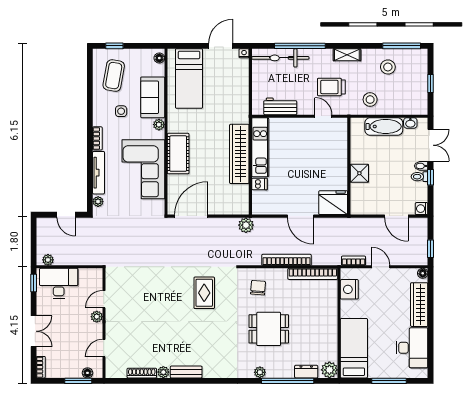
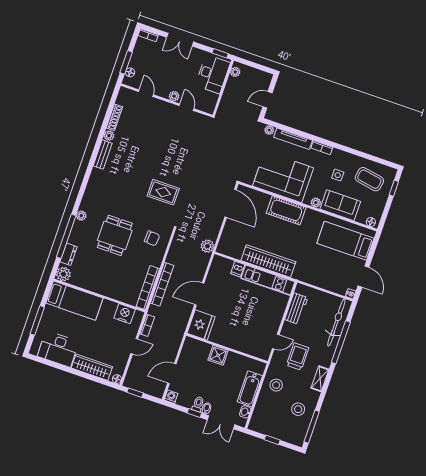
bookcase: (286, 260) -> (162, 284), moved

